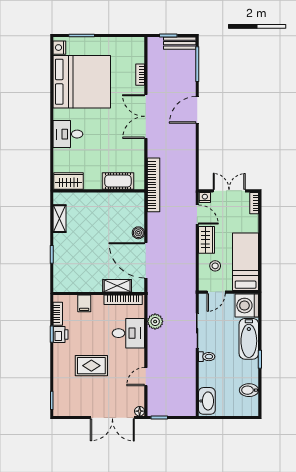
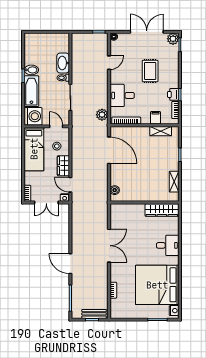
bench: (180, 43) -> (94, 314), moved
door: (197, 110) -> (70, 264), swing flipped
double door: (146, 116) -> (109, 246), moved
wardrobe: (69, 181) -> (162, 210), width x1.50
cot: (118, 181) -> (130, 210), removed
bookcase: (153, 185) -> (103, 207), removed
boiler: (138, 233) -> (115, 190), moved
shelving: (117, 286) -> (161, 131), moved
door: (216, 292) -> (56, 126), hinge flipped
plant: (155, 322) -> (102, 115), moved
rug: (91, 366) -> (150, 71), turned 90
bidet: (249, 390) -> (31, 70), moved
washbasin: (207, 401) -> (63, 63), moved
plant: (61, 408) -> (173, 39), added
double door: (112, 418) -> (147, 32), moved

